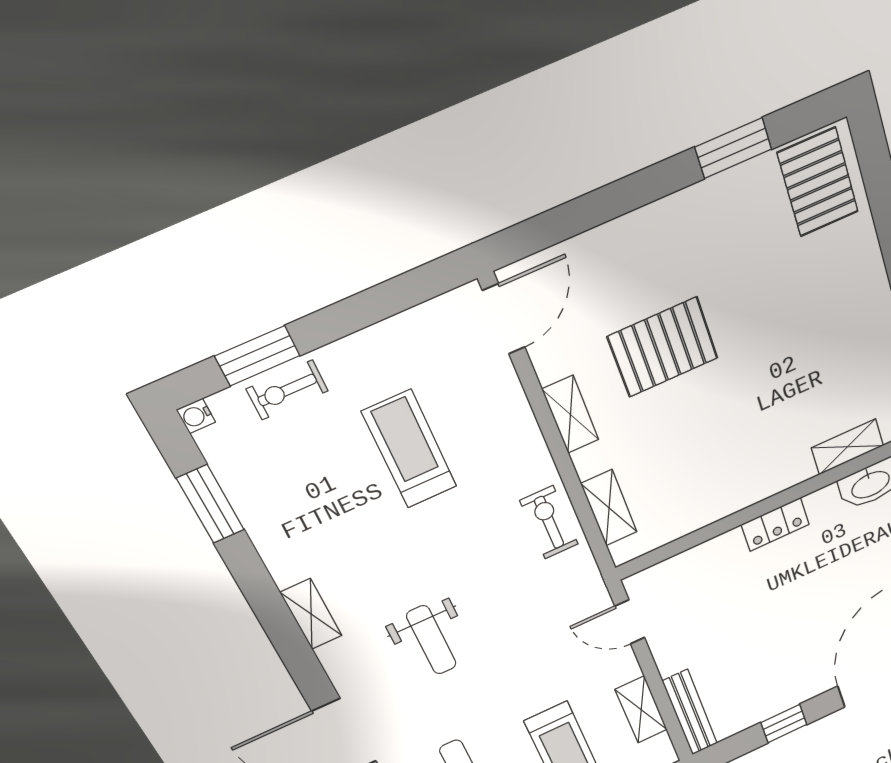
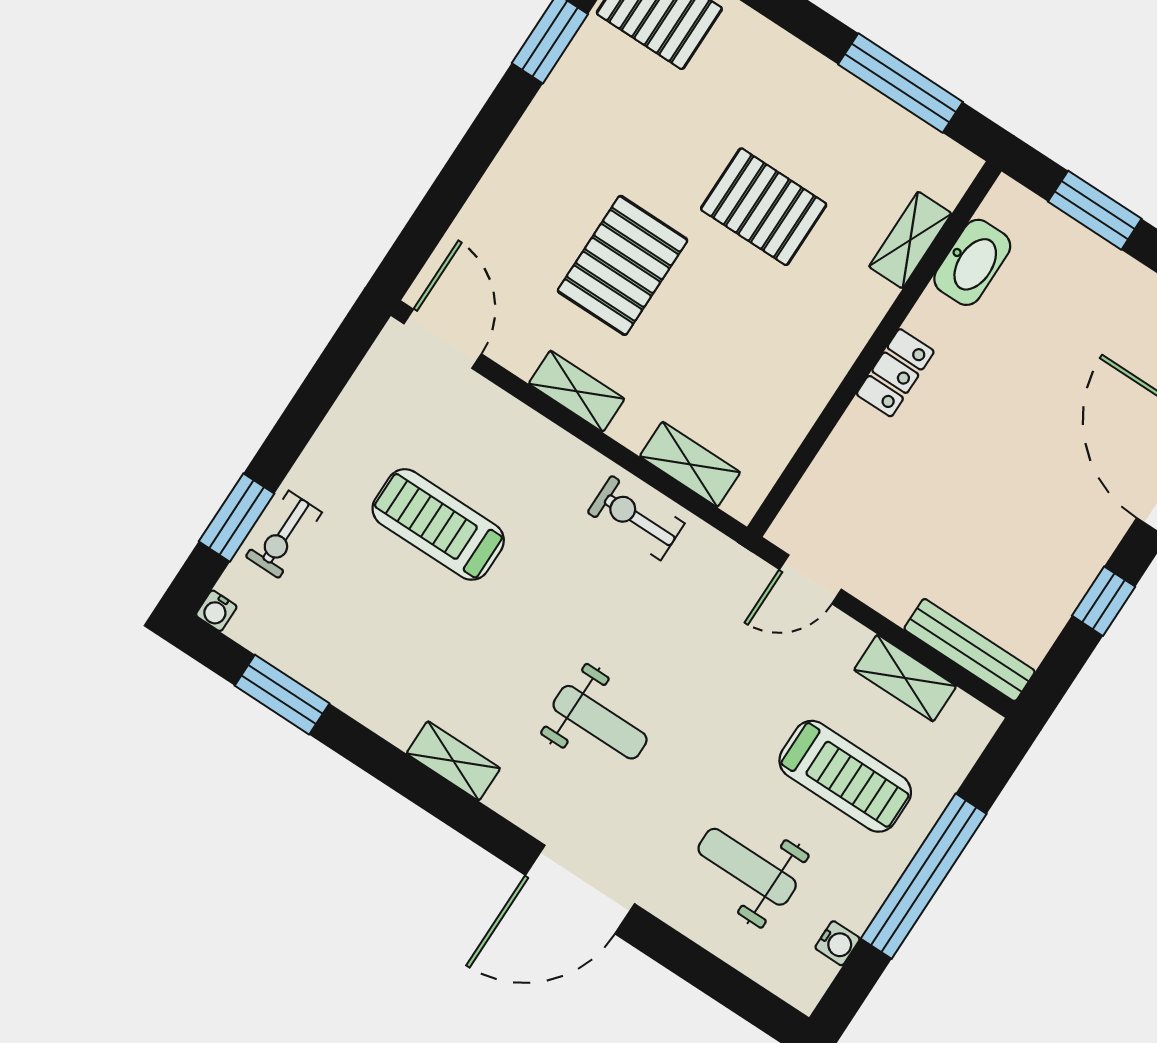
pallet: (780, 367) -> (764, 207), added

